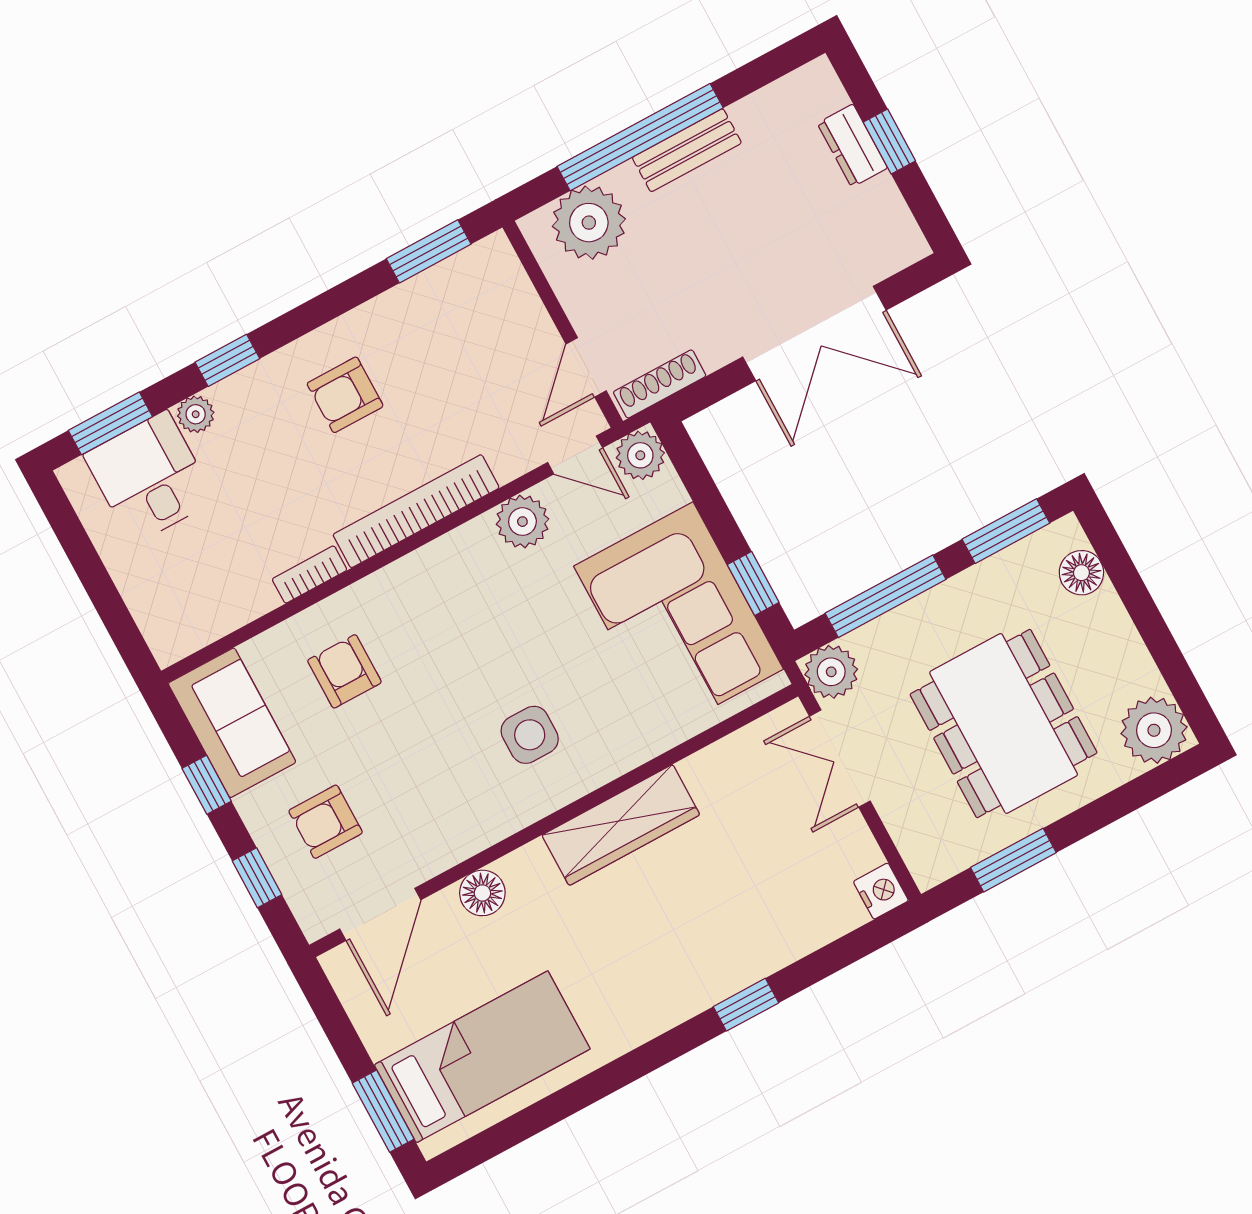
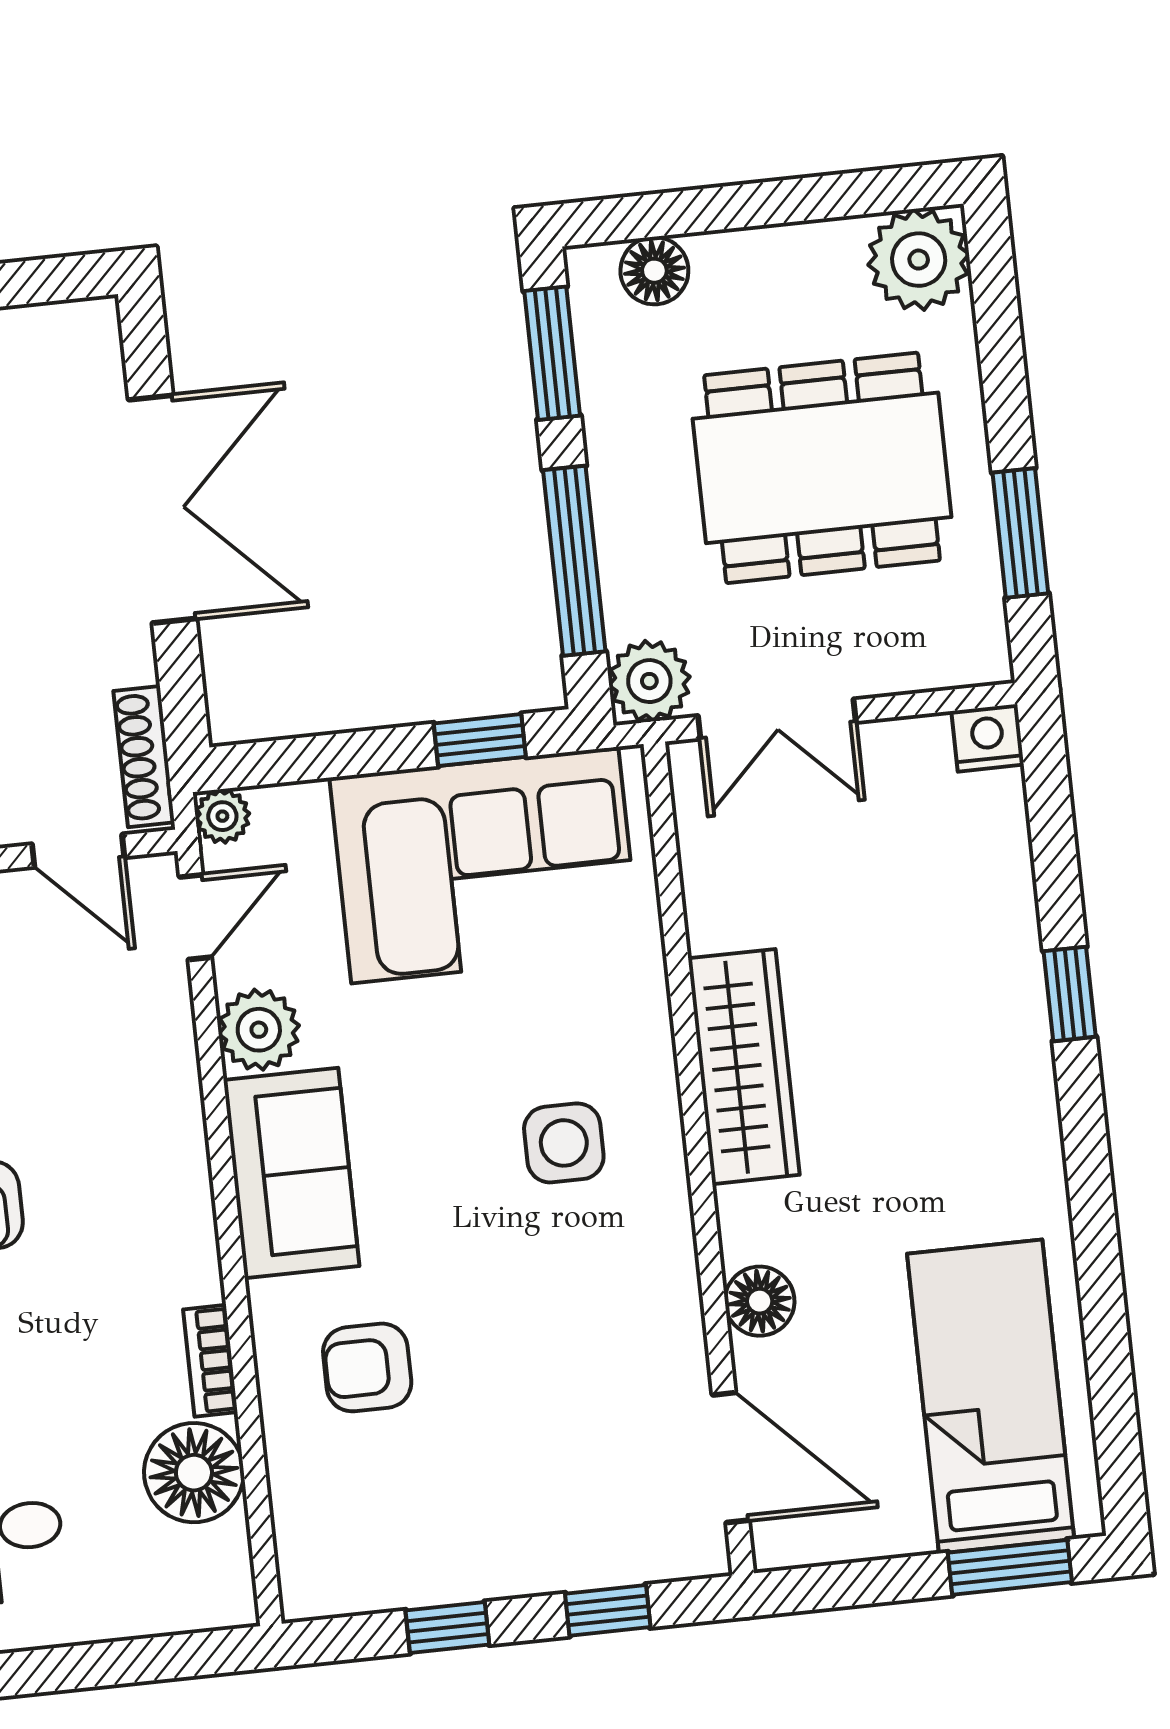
plant: (640, 455) -> (222, 816), width x0.73, depth x0.73
bookcase: (416, 511) -> (183, 1174), removed
floor lamp: (238, 592) -> (194, 1473), added
sofa: (232, 723) -> (291, 1173), moved, turned 90
armchair: (326, 822) -> (568, 1481), removed

